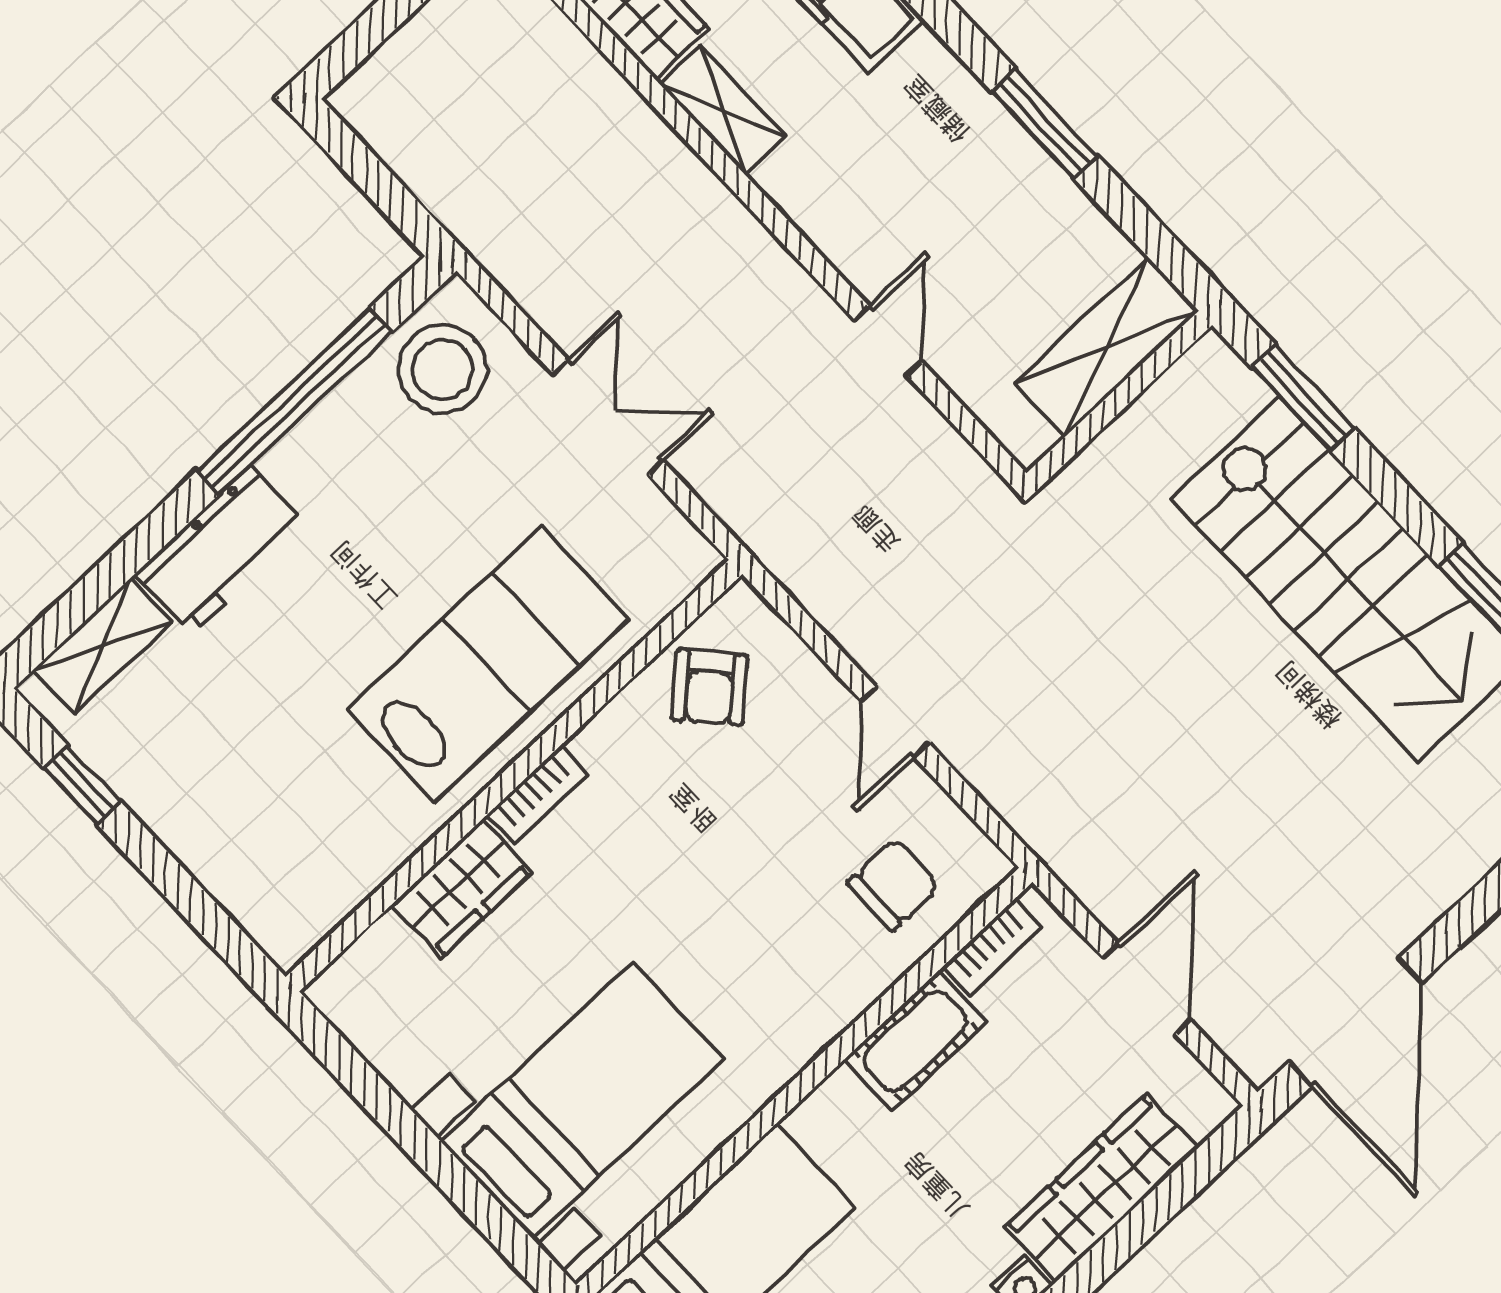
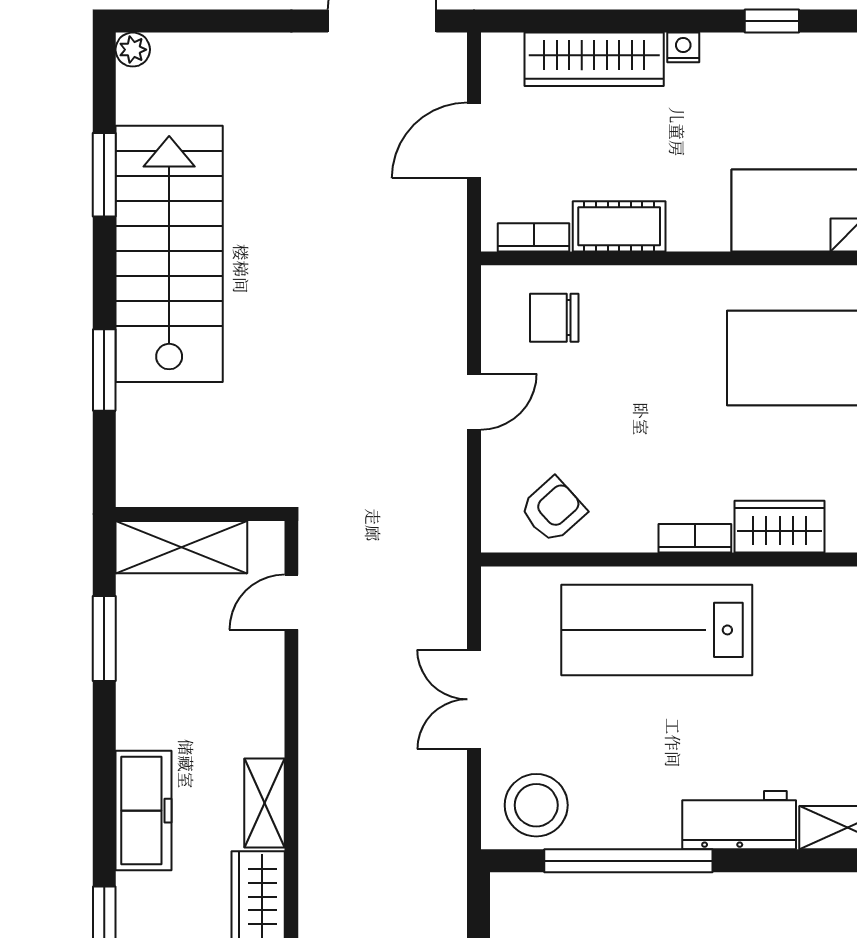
shelving: (1107, 347) -> (181, 547), moved
wall: (1119, 399) -> (200, 514), moved

